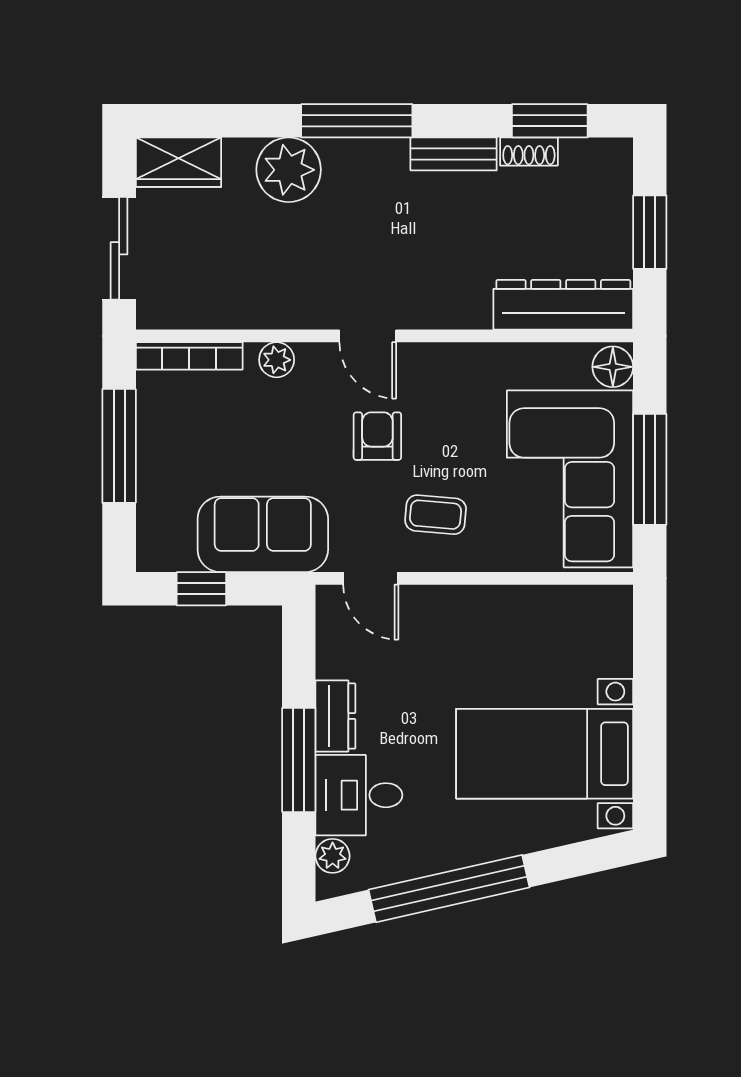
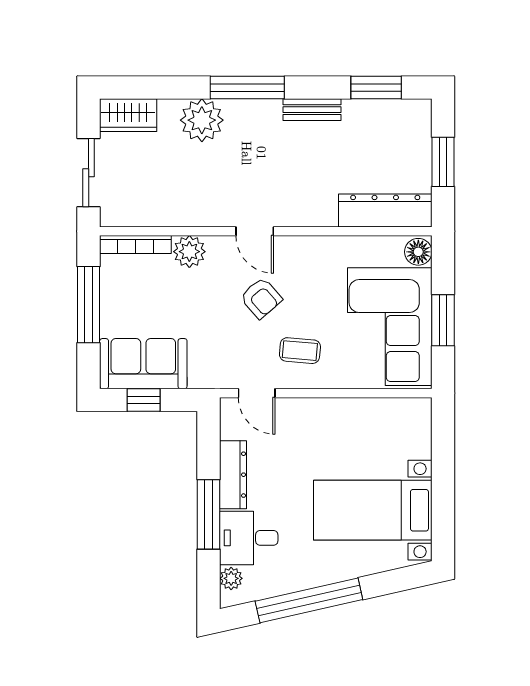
shoe rack: (529, 152) -> (362, 108), removed
plant: (277, 360) -> (189, 252), width x1.38, depth x1.38
armchair: (377, 436) -> (261, 298), turned 139
window: (650, 469) -> (443, 320), width x0.69
sofa: (263, 534) -> (143, 364), moved
dresser: (335, 716) -> (233, 475), width x1.44

